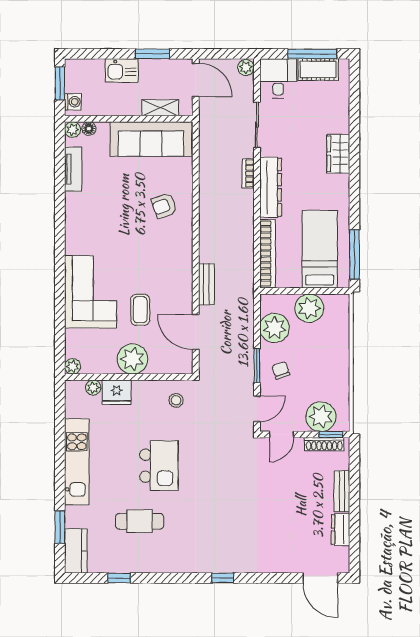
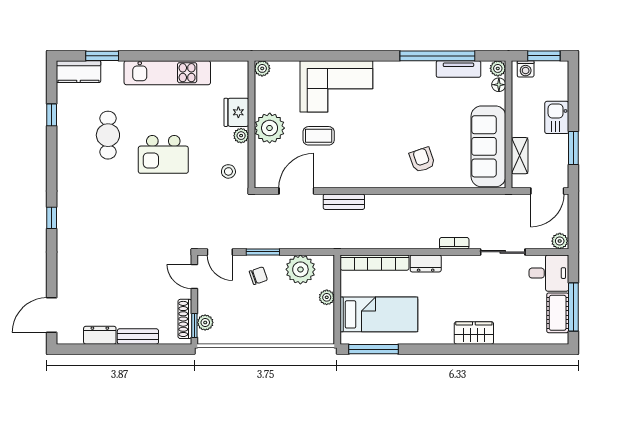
dresser: (271, 187) -> (426, 263), width x0.51, depth x0.80
window: (60, 190) -> (437, 56), added
plant: (309, 308) -> (327, 297), width x0.53, depth x0.53
plant: (93, 388) -> (241, 136), moved
plant: (321, 417) -> (205, 323), width x0.53, depth x0.53

